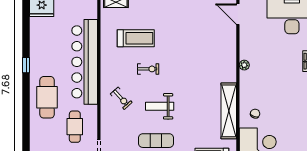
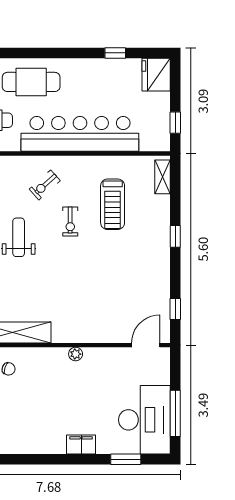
window: (26, 65) -> (115, 53), moved
exercise bike: (121, 98) -> (45, 185), moved

